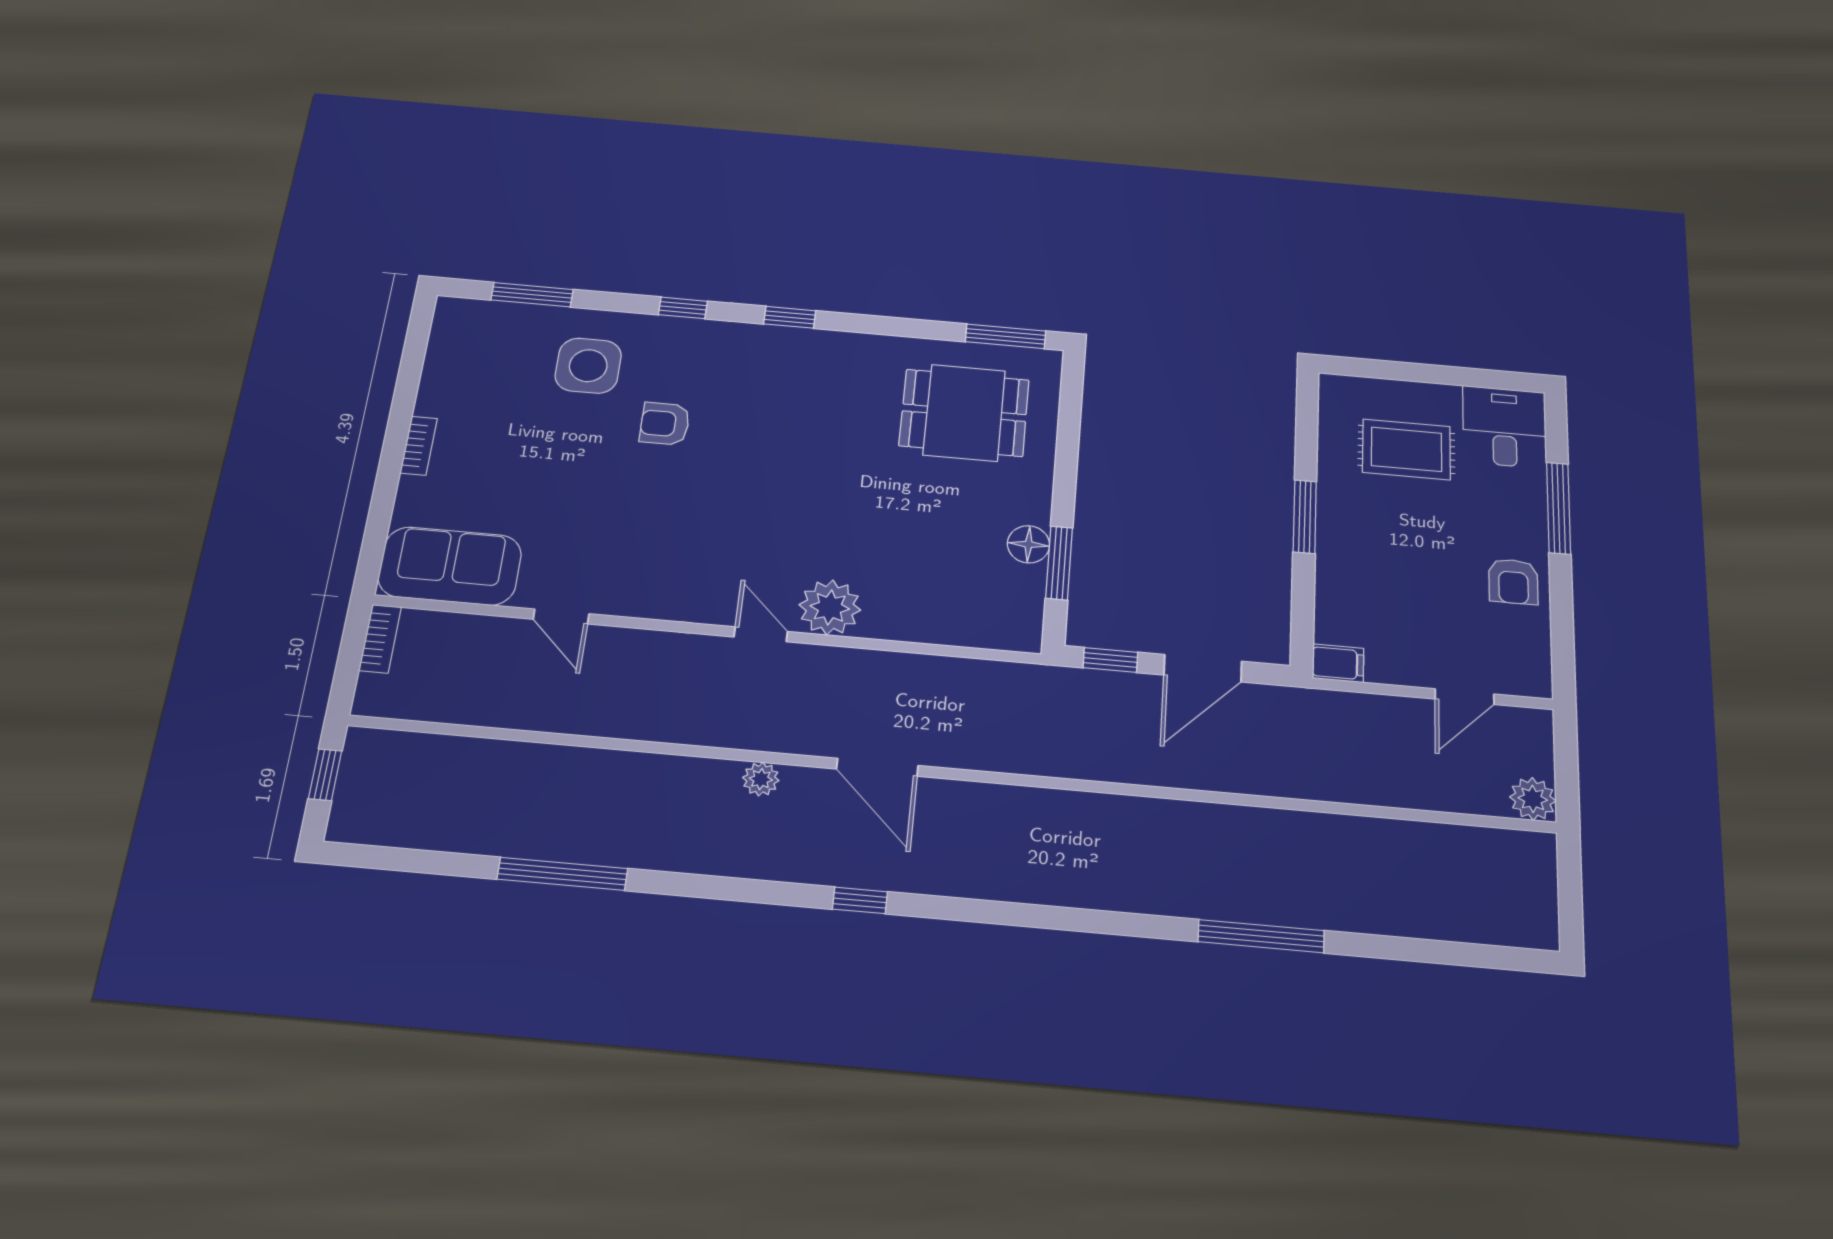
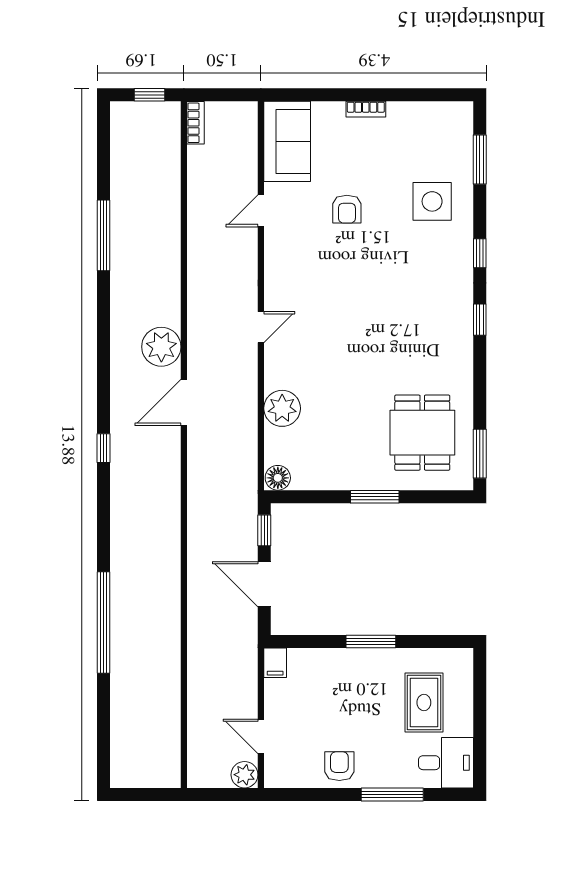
armchair: (665, 424) -> (347, 209), moved, turned 180
floor lamp: (1028, 544) -> (278, 478), moved
window: (1059, 563) -> (375, 497), moved
armchair: (1513, 581) -> (339, 766), turned 90
plant: (830, 607) -> (282, 408), moved
bookcase: (380, 639) -> (196, 123), moved, turned -90
plant: (761, 779) -> (161, 347), width x1.88, depth x1.88
plant: (1533, 799) -> (245, 775), moved
window: (860, 900) -> (104, 448), moved
window: (1261, 936) -> (104, 622), width x1.46

